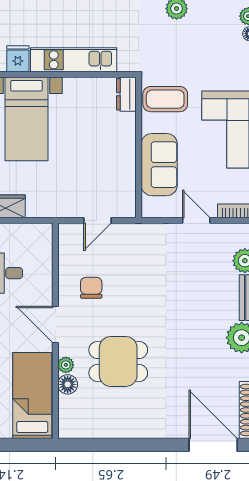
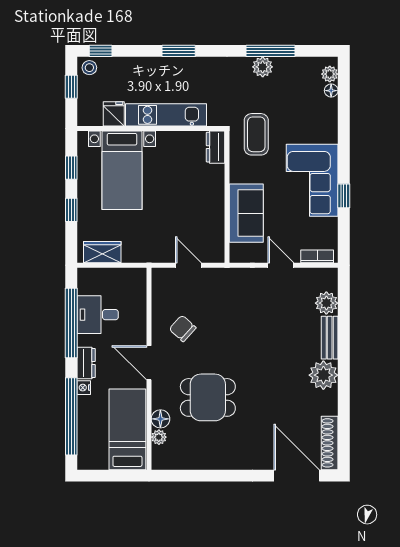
coffee table: (165, 99) -> (256, 134), moved, turned 90
door: (97, 220) -> (188, 265), swing flipped
chair: (91, 288) -> (183, 328), turned -48
plant: (66, 365) -> (159, 437), moved

